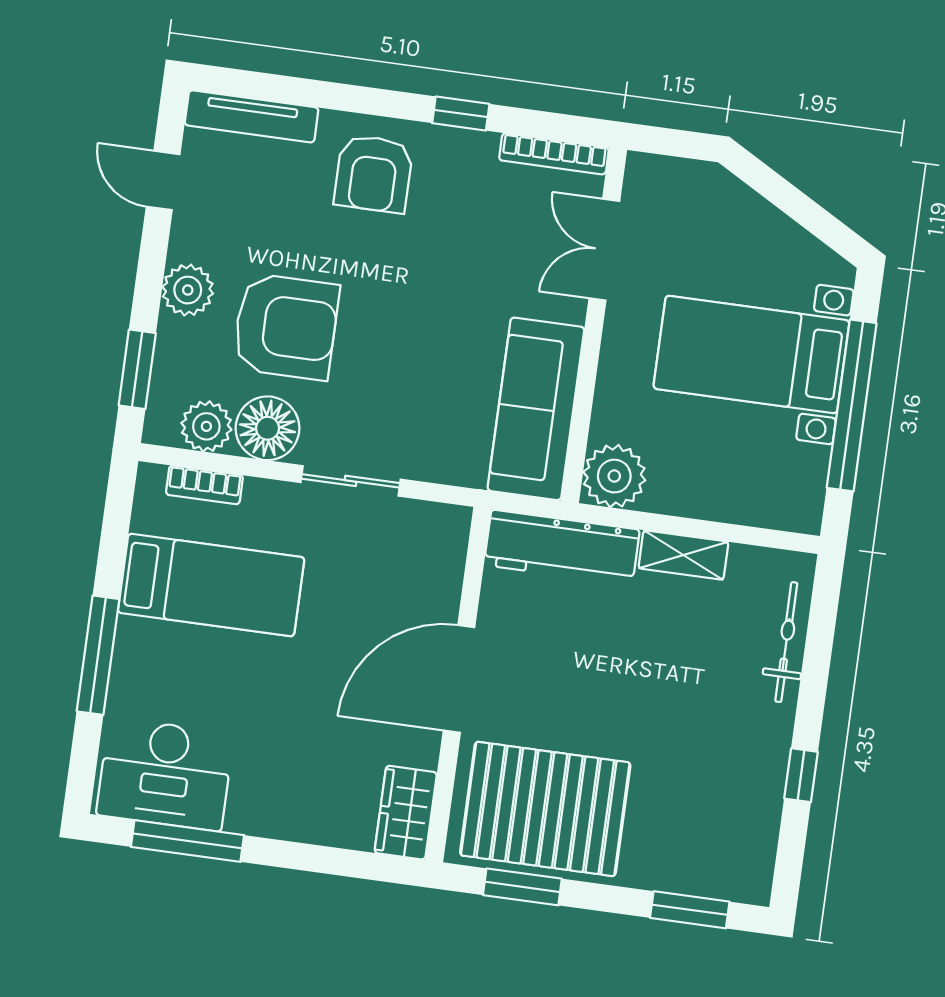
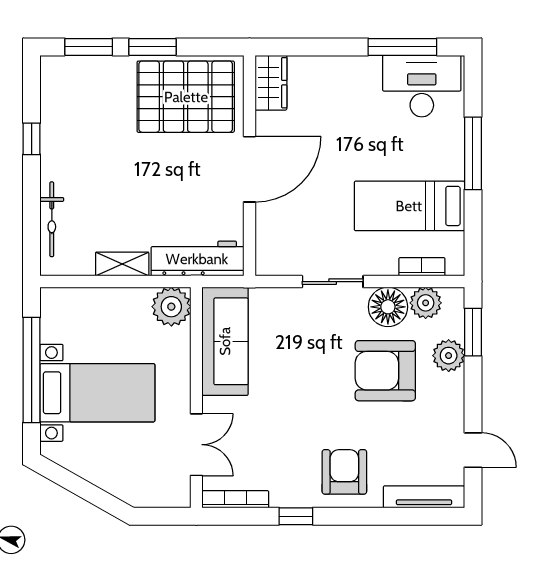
plant: (188, 290) -> (449, 356), moved
window: (522, 887) -> (153, 47), moved

